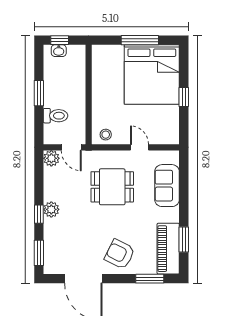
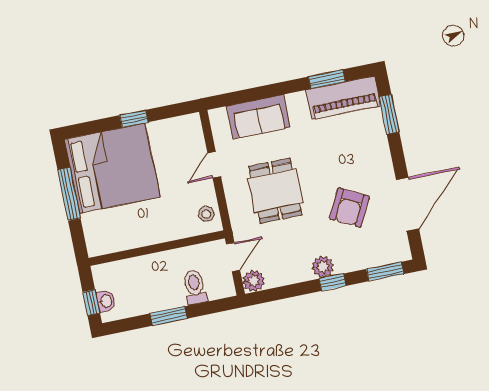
armchair: (120, 254) -> (349, 208), moved

